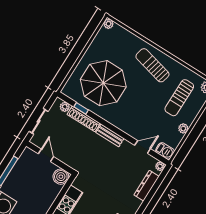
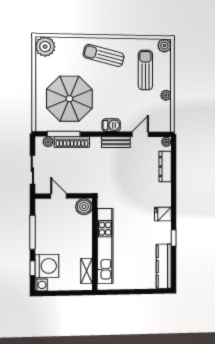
plant: (108, 24) -> (45, 47), width x1.88, depth x1.88
sun lounger: (179, 98) -> (145, 70), turned 180
window: (81, 108) -> (64, 134), width x2.17
bench: (110, 135) -> (116, 142), moved
barbecue: (165, 151) -> (111, 125), moved

